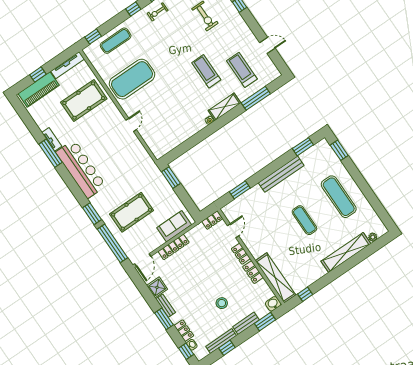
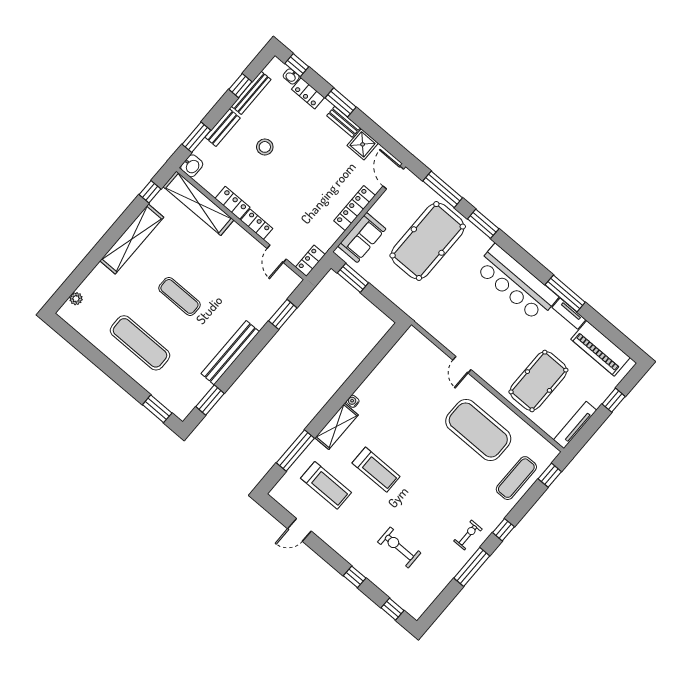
exercise mat: (132, 79) -> (478, 430), turned 90
piano: (39, 89) -> (601, 348), moved, turned -90
window: (171, 178) -> (353, 278), moved
pool table: (132, 212) -> (428, 241), width x1.36, depth x1.32
window: (112, 243) -> (443, 189), width x0.68
shelving: (346, 252) -> (132, 239), moved

